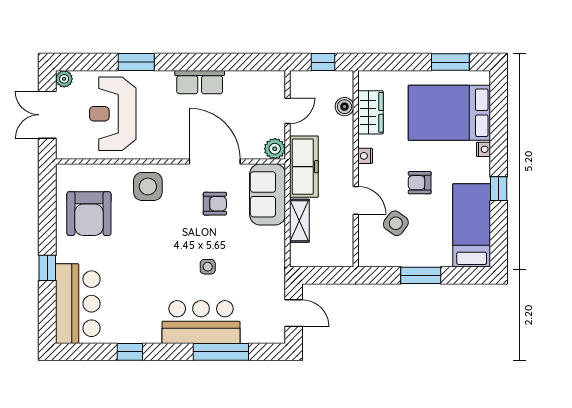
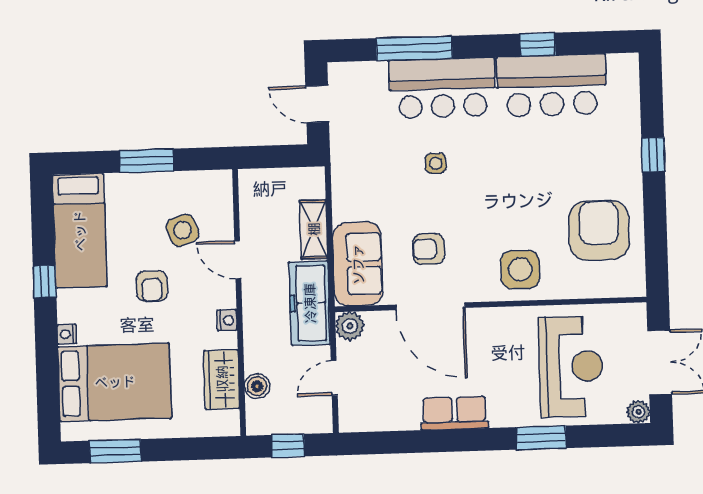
armchair: (420, 183) -> (152, 286), turned 90
side table: (396, 223) -> (183, 230), turned 32
bar counter: (78, 304) -> (552, 85), moved, turned -90

